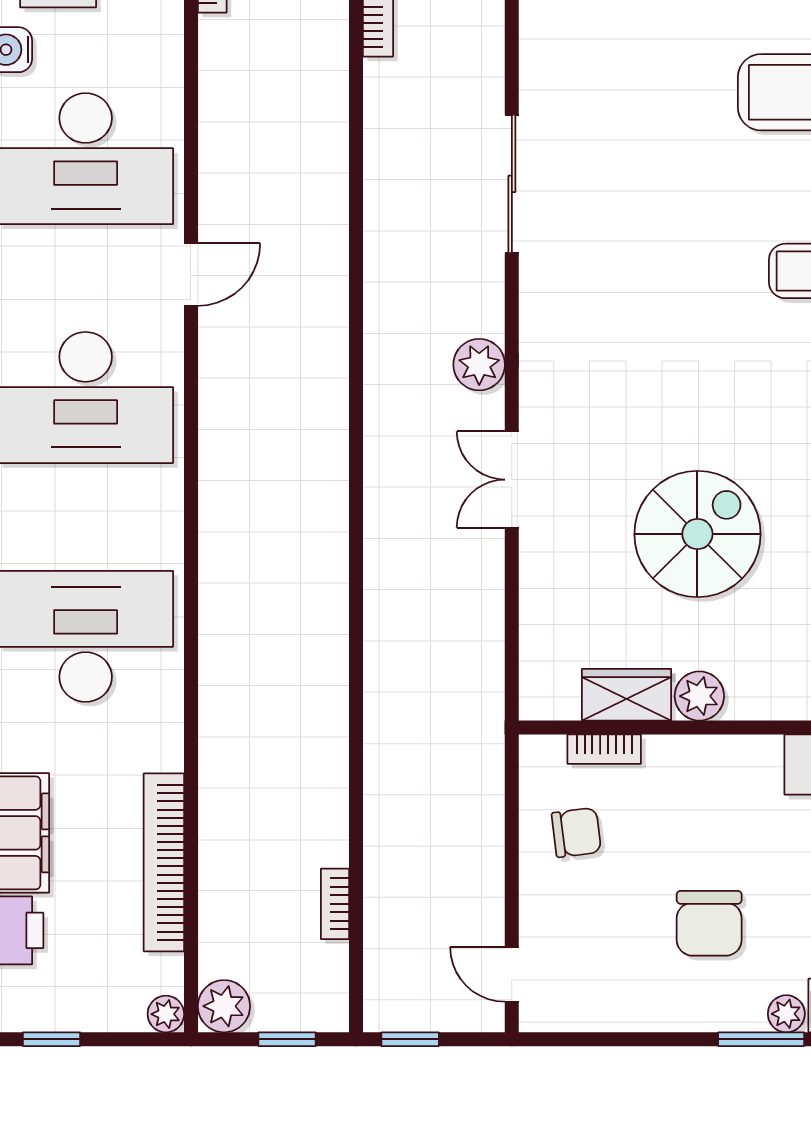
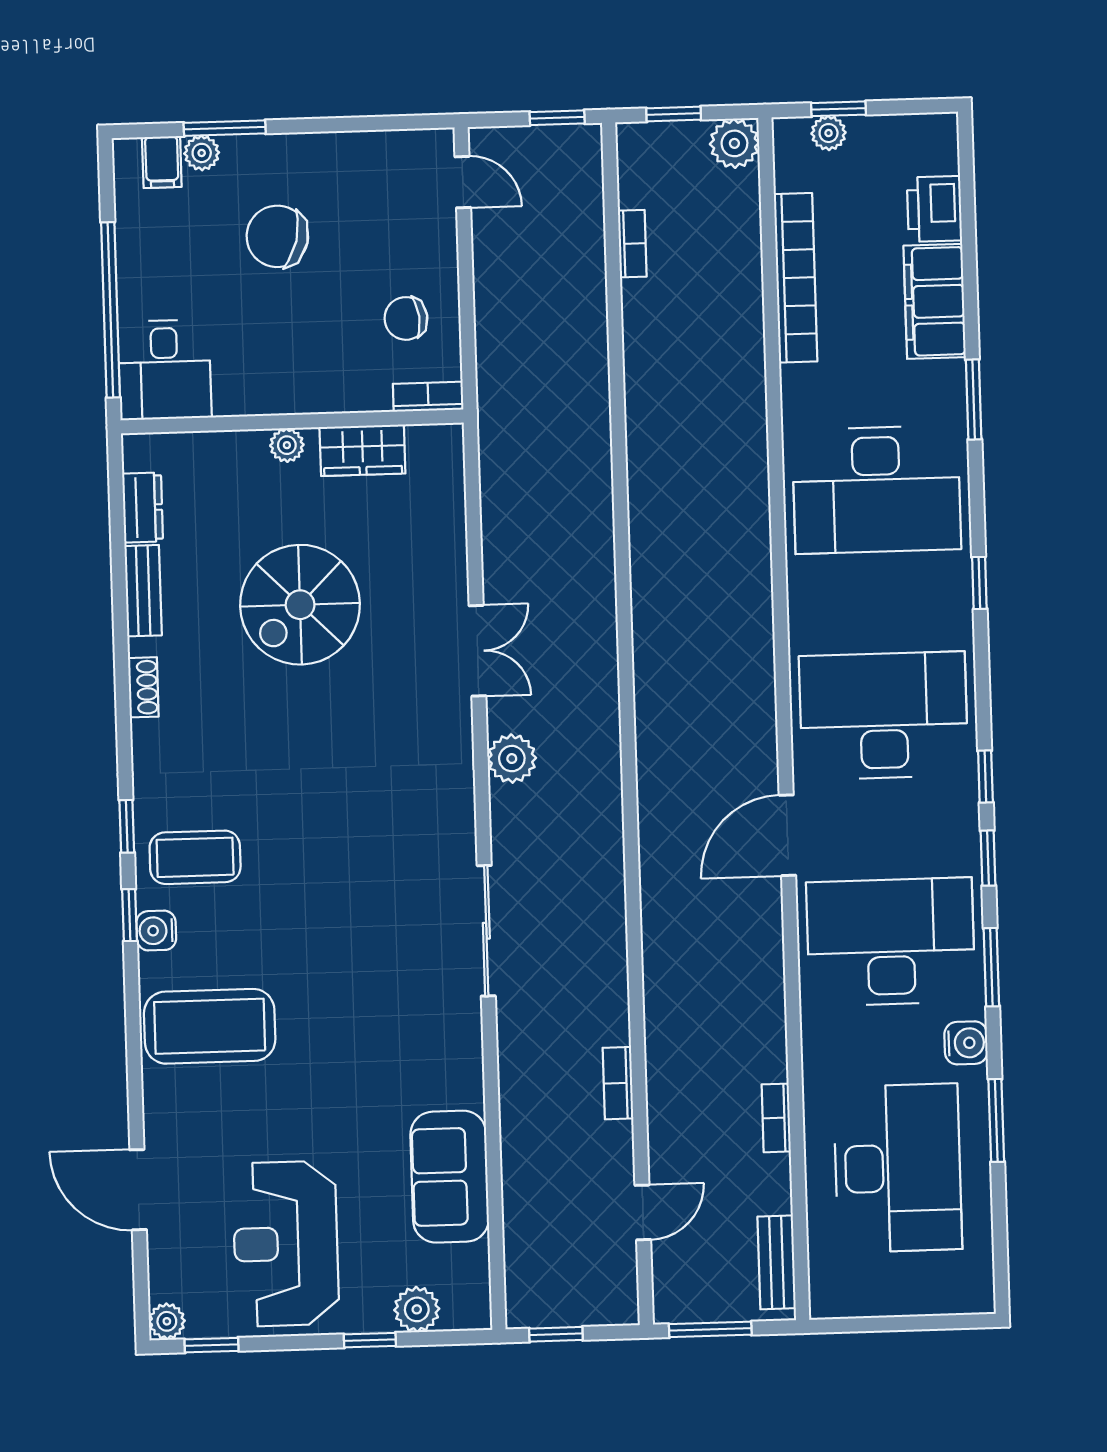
door: (191, 275) -> (787, 835), width x1.38
plant: (699, 696) -> (287, 445), width x0.73, depth x0.73
bookcase: (604, 749) -> (428, 397), moved
chair: (709, 923) -> (277, 236), turned -76
plant: (166, 1014) -> (829, 133), moved
window: (52, 1039) -> (838, 109), moved

